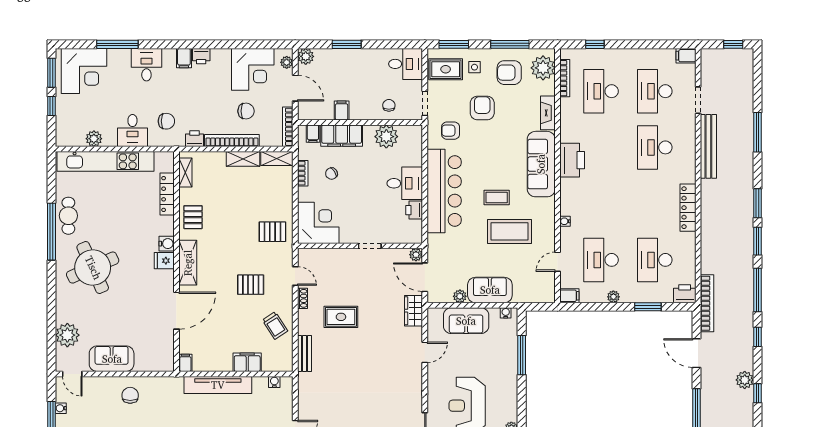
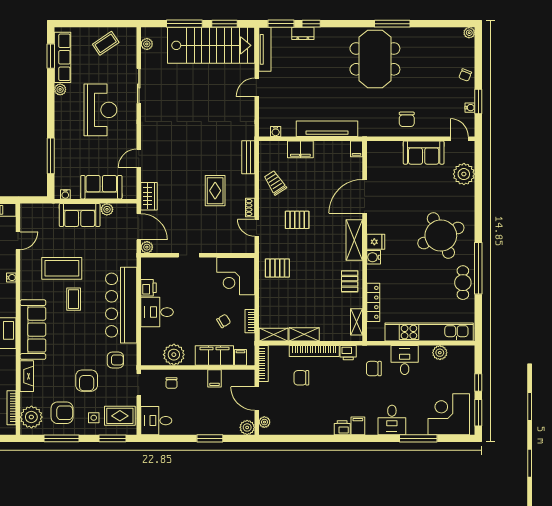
corner desk: (253, 69) -> (295, 416), removed
coffee table: (497, 197) -> (74, 299), turned 90
rug: (341, 317) -> (215, 191), turned 90

